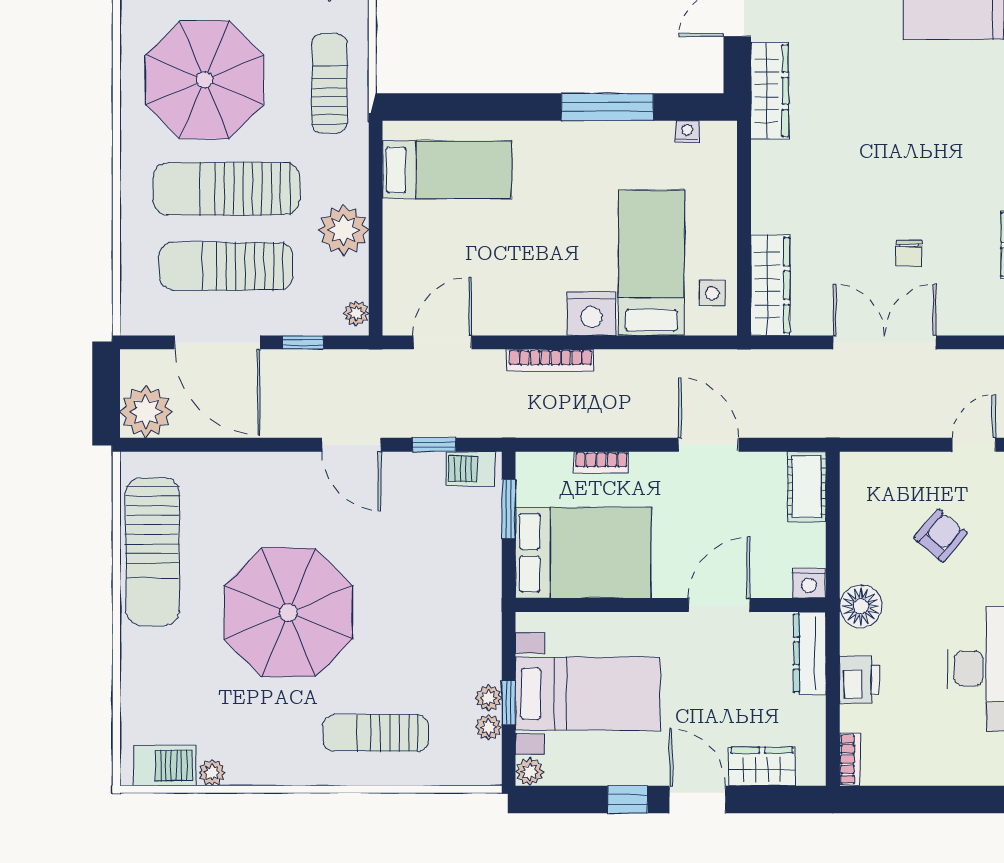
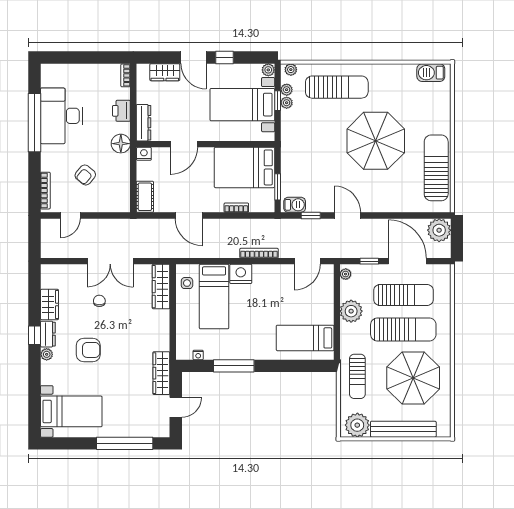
armchair: (934, 143) -> (88, 350), added
sun lounger: (376, 733) -> (337, 87), width x1.36, depth x1.34
plant: (212, 772) -> (291, 70), moved

